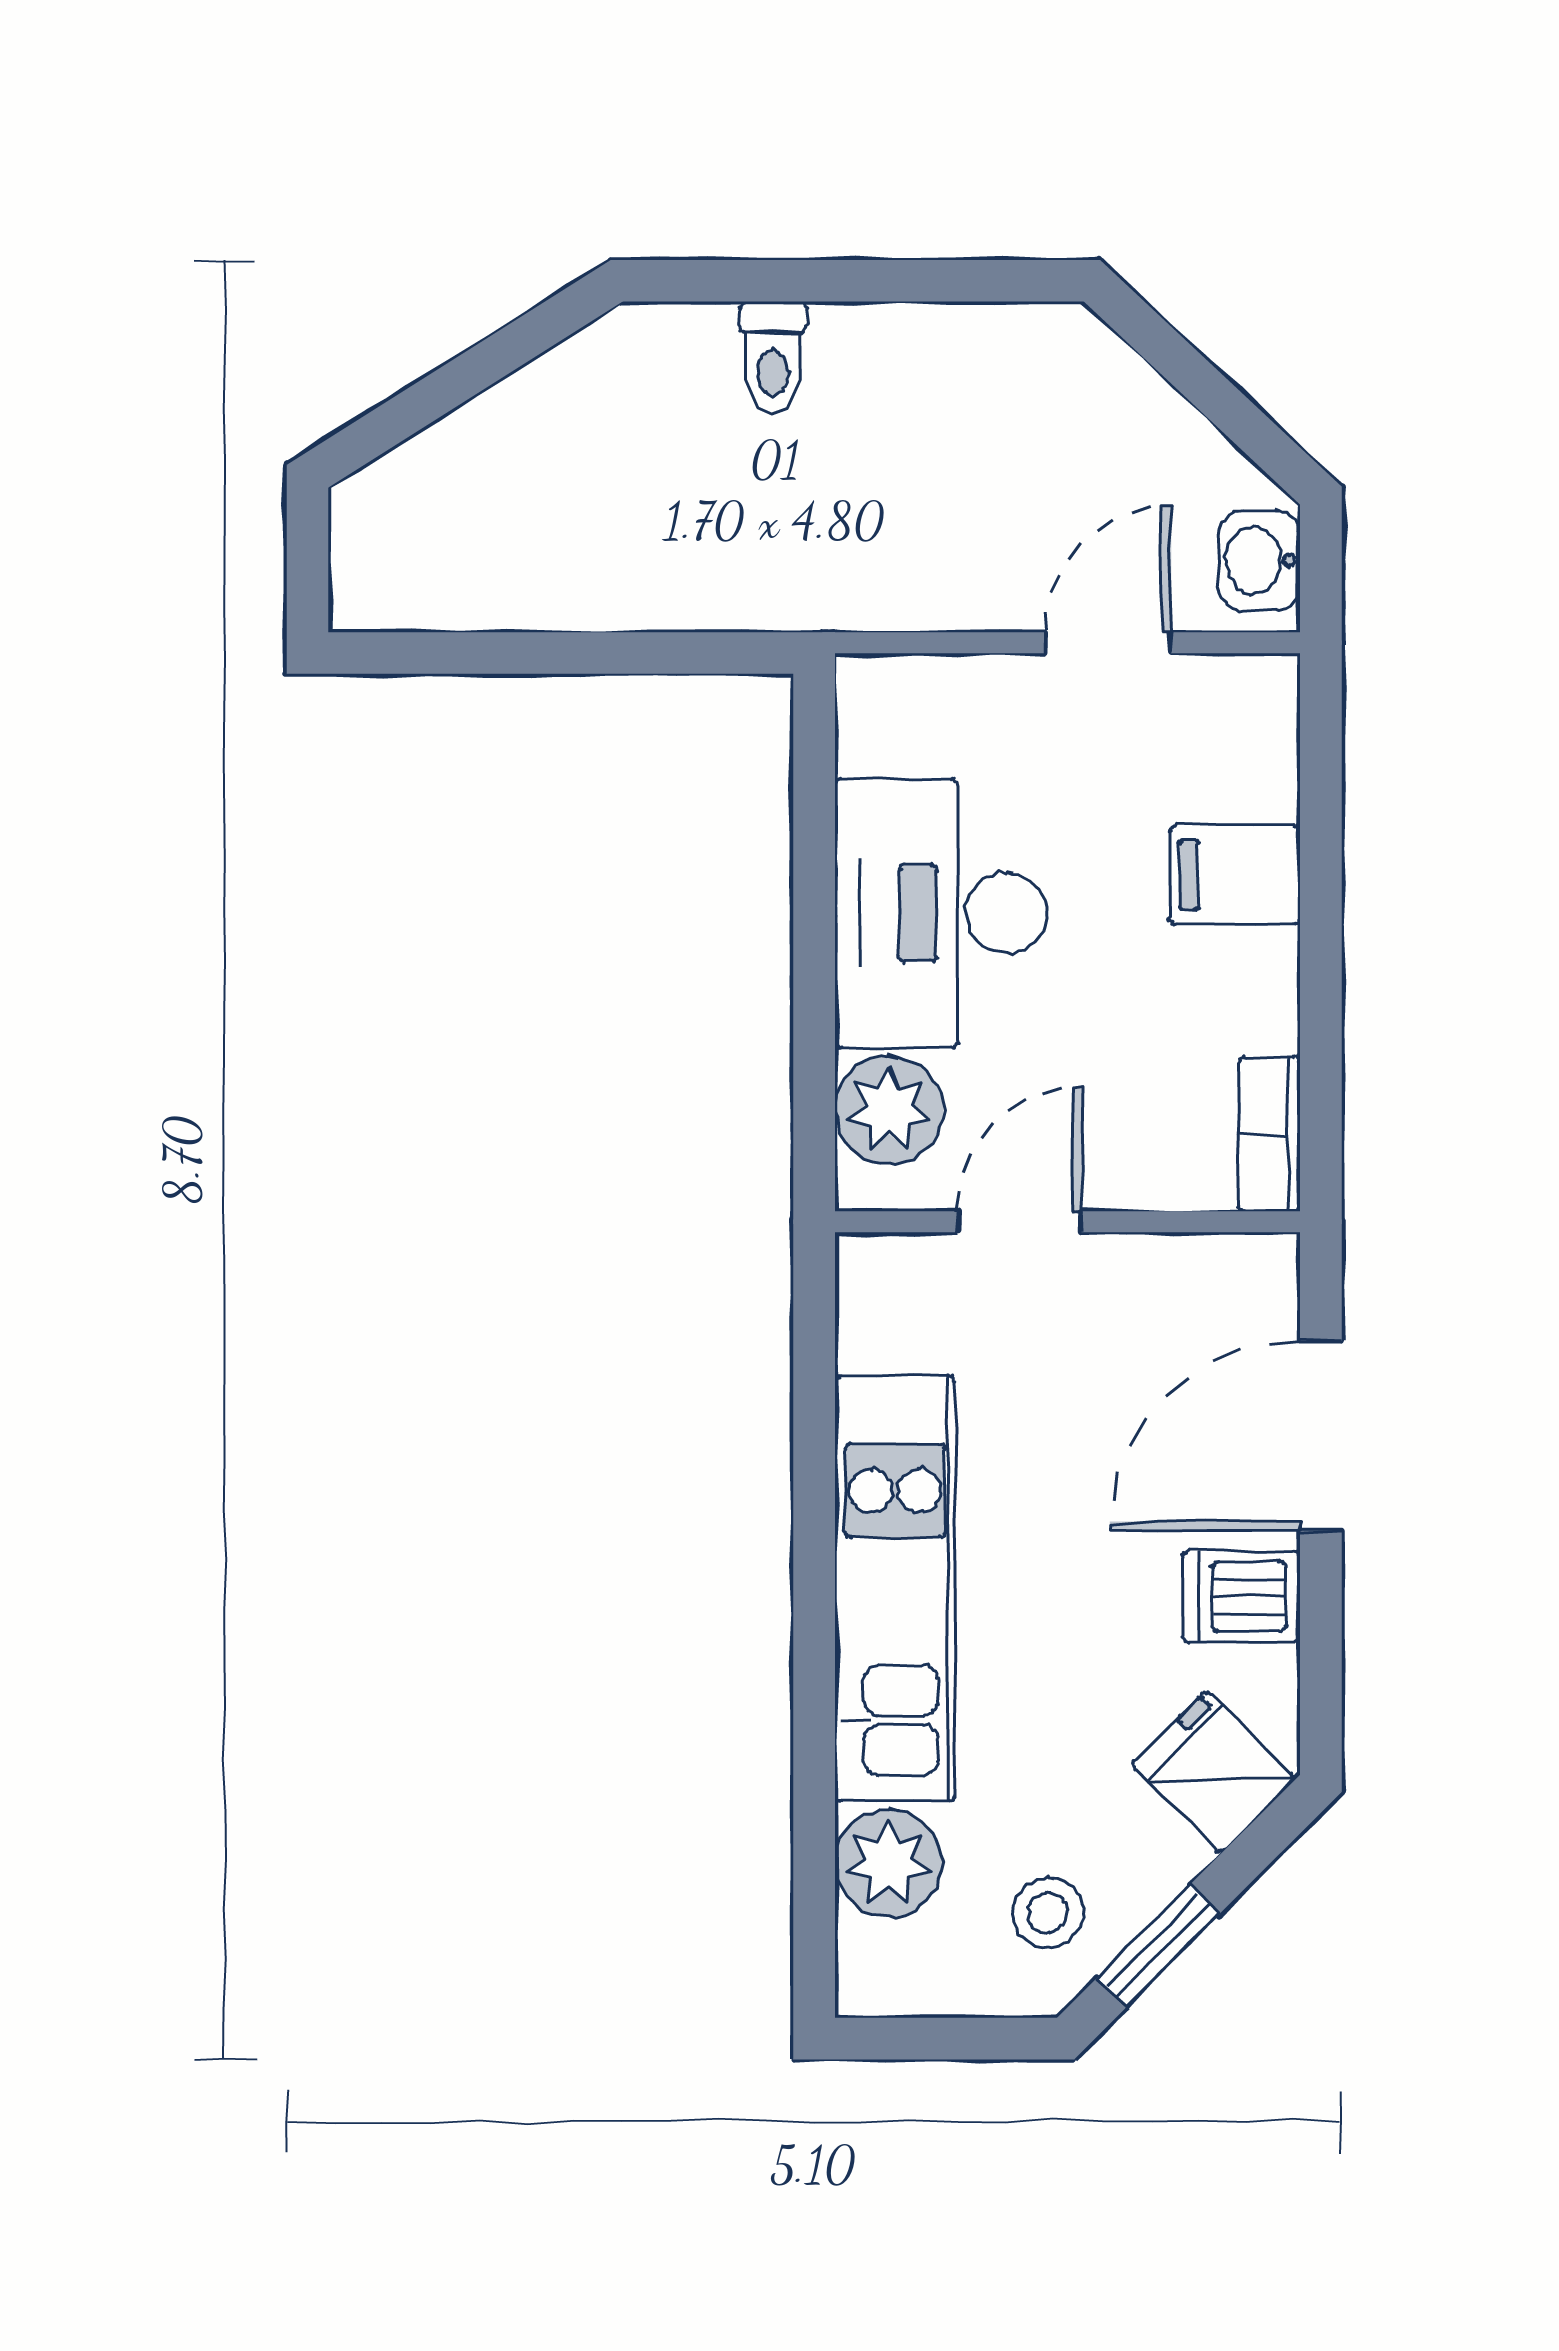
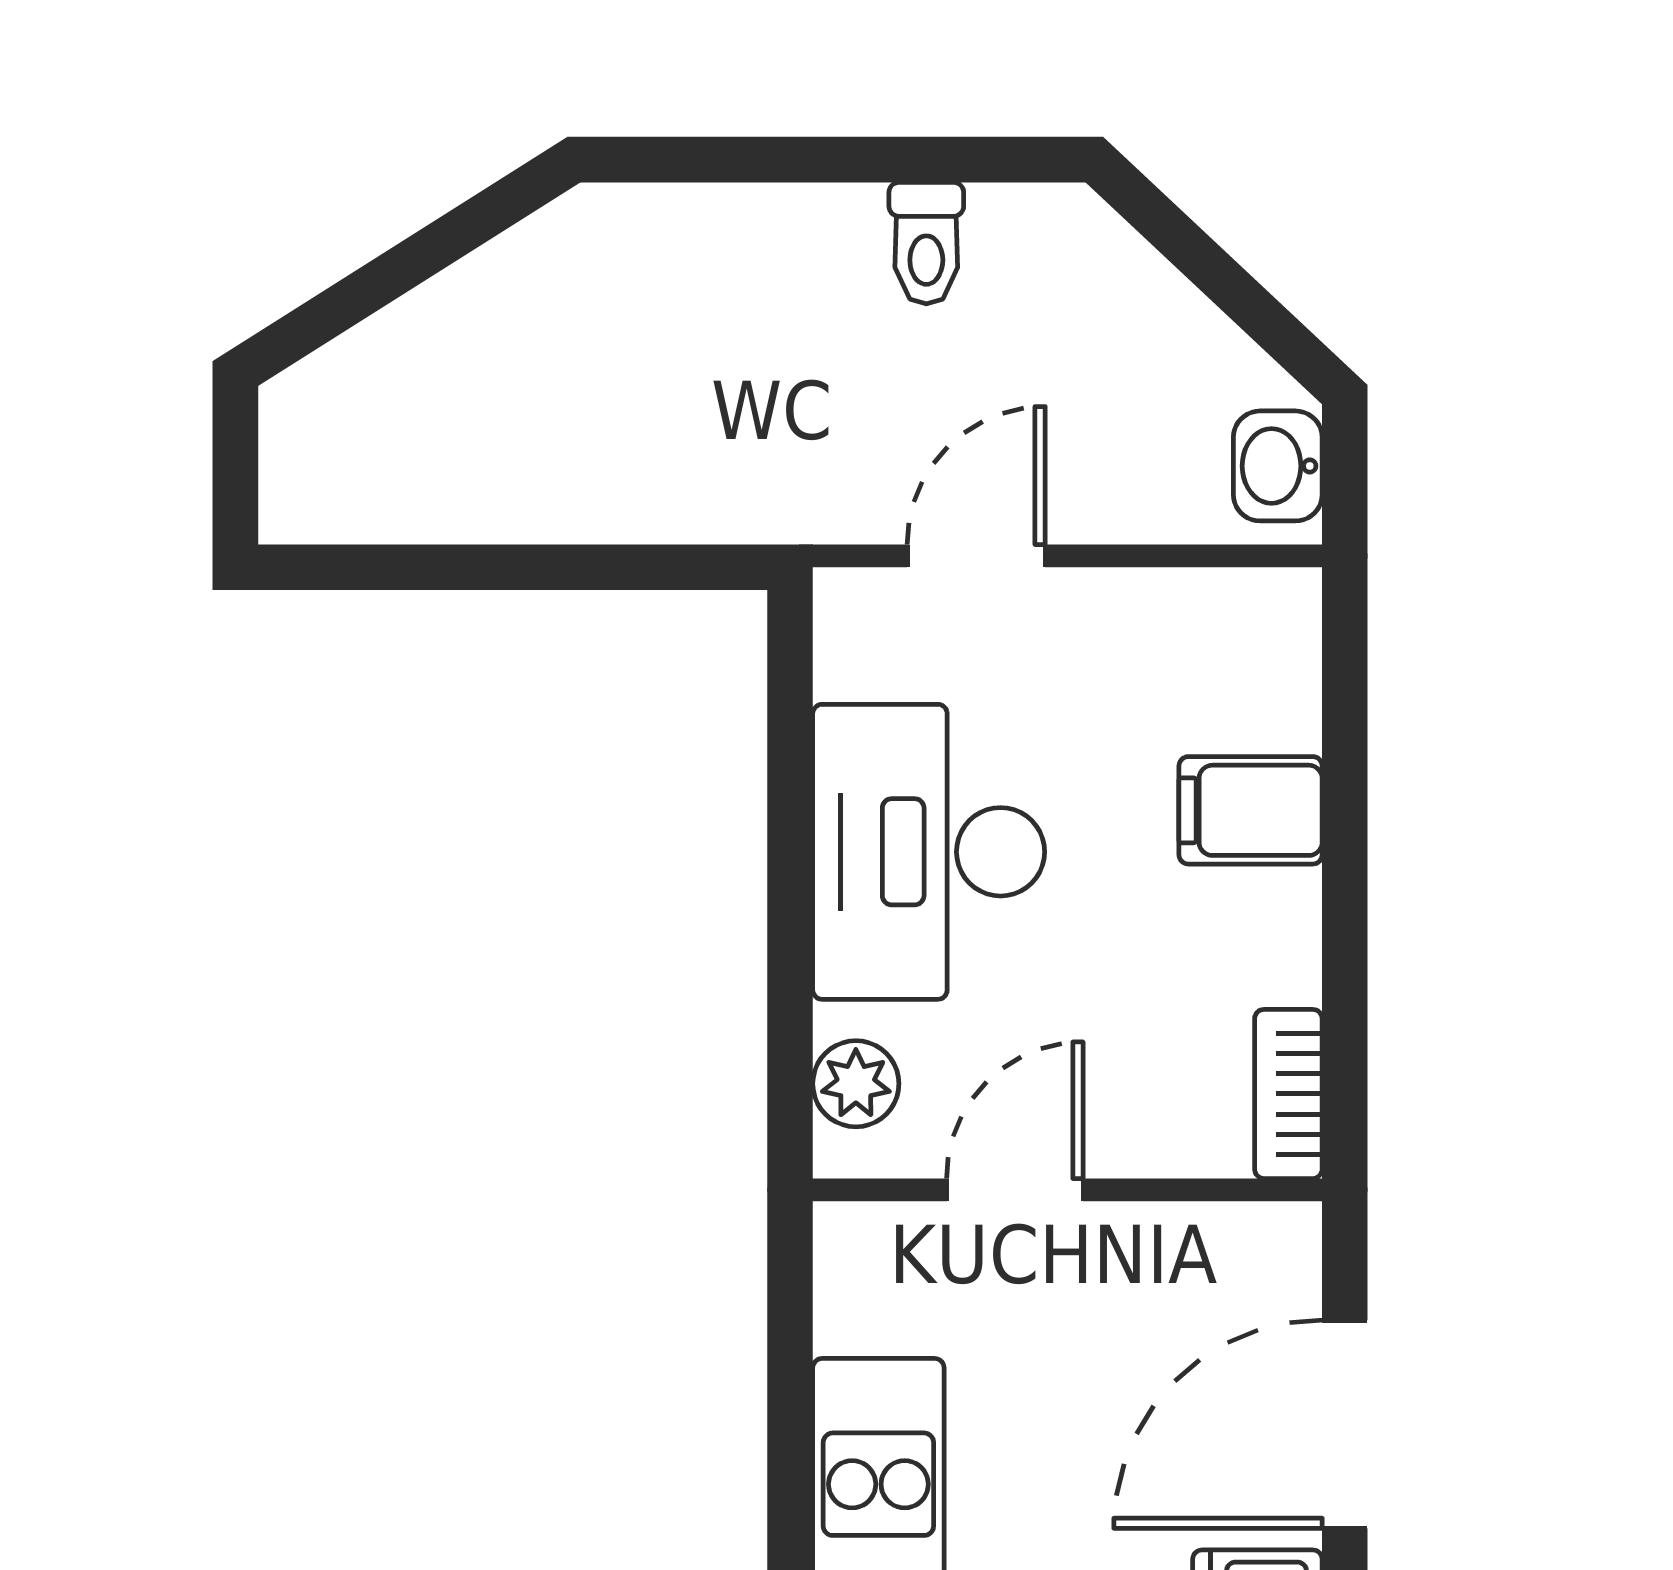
toilet: (773, 357) -> (926, 243), moved
door: (1108, 643) -> (976, 556), moved
plant: (889, 1110) -> (856, 1084), width x0.73, depth x0.73

